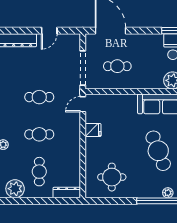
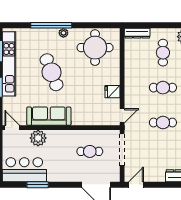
door: (49, 31) -> (136, 185), moved
round table: (112, 177) -> (95, 48), width x1.36, depth x1.36
plant: (168, 193) -> (63, 33), moved

